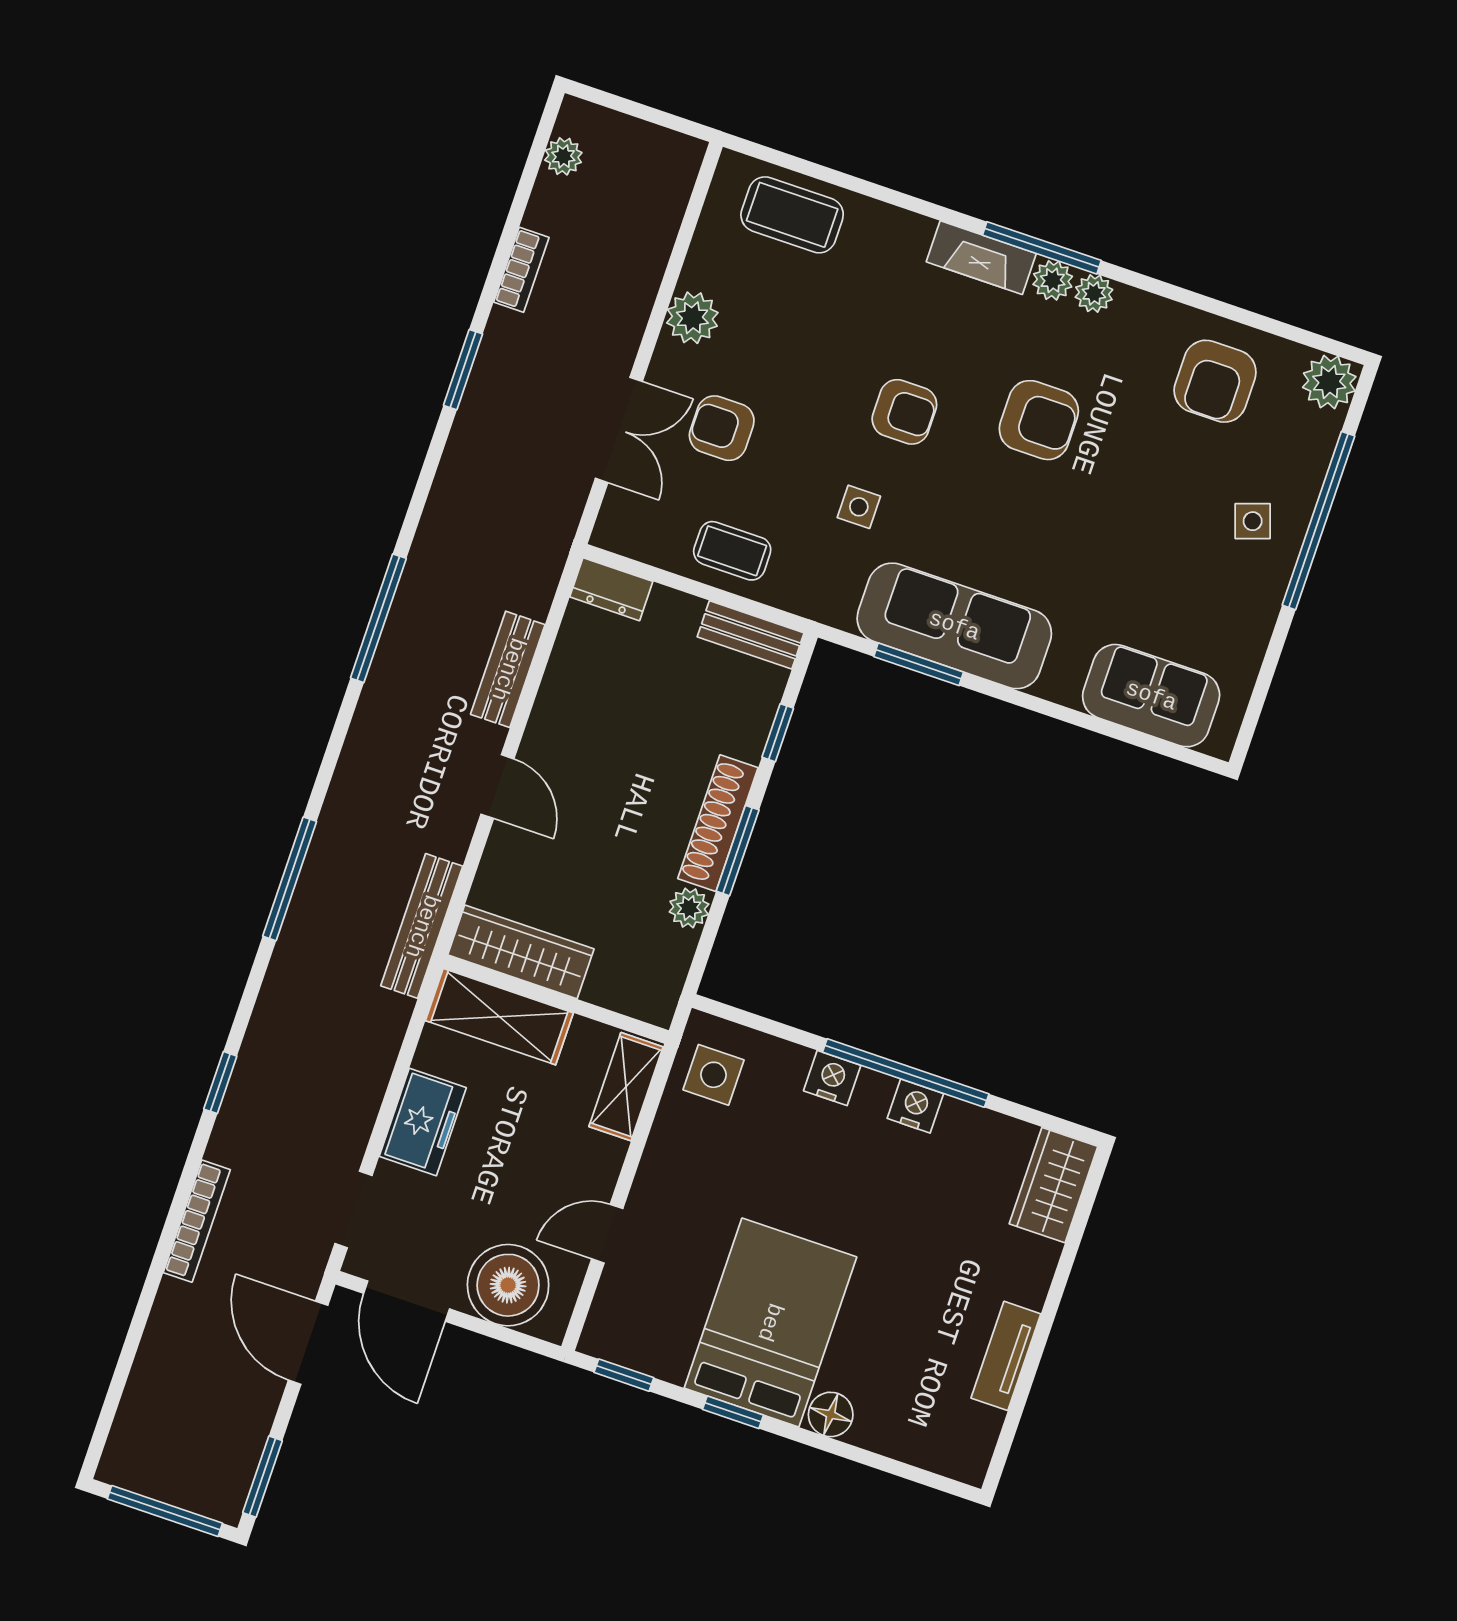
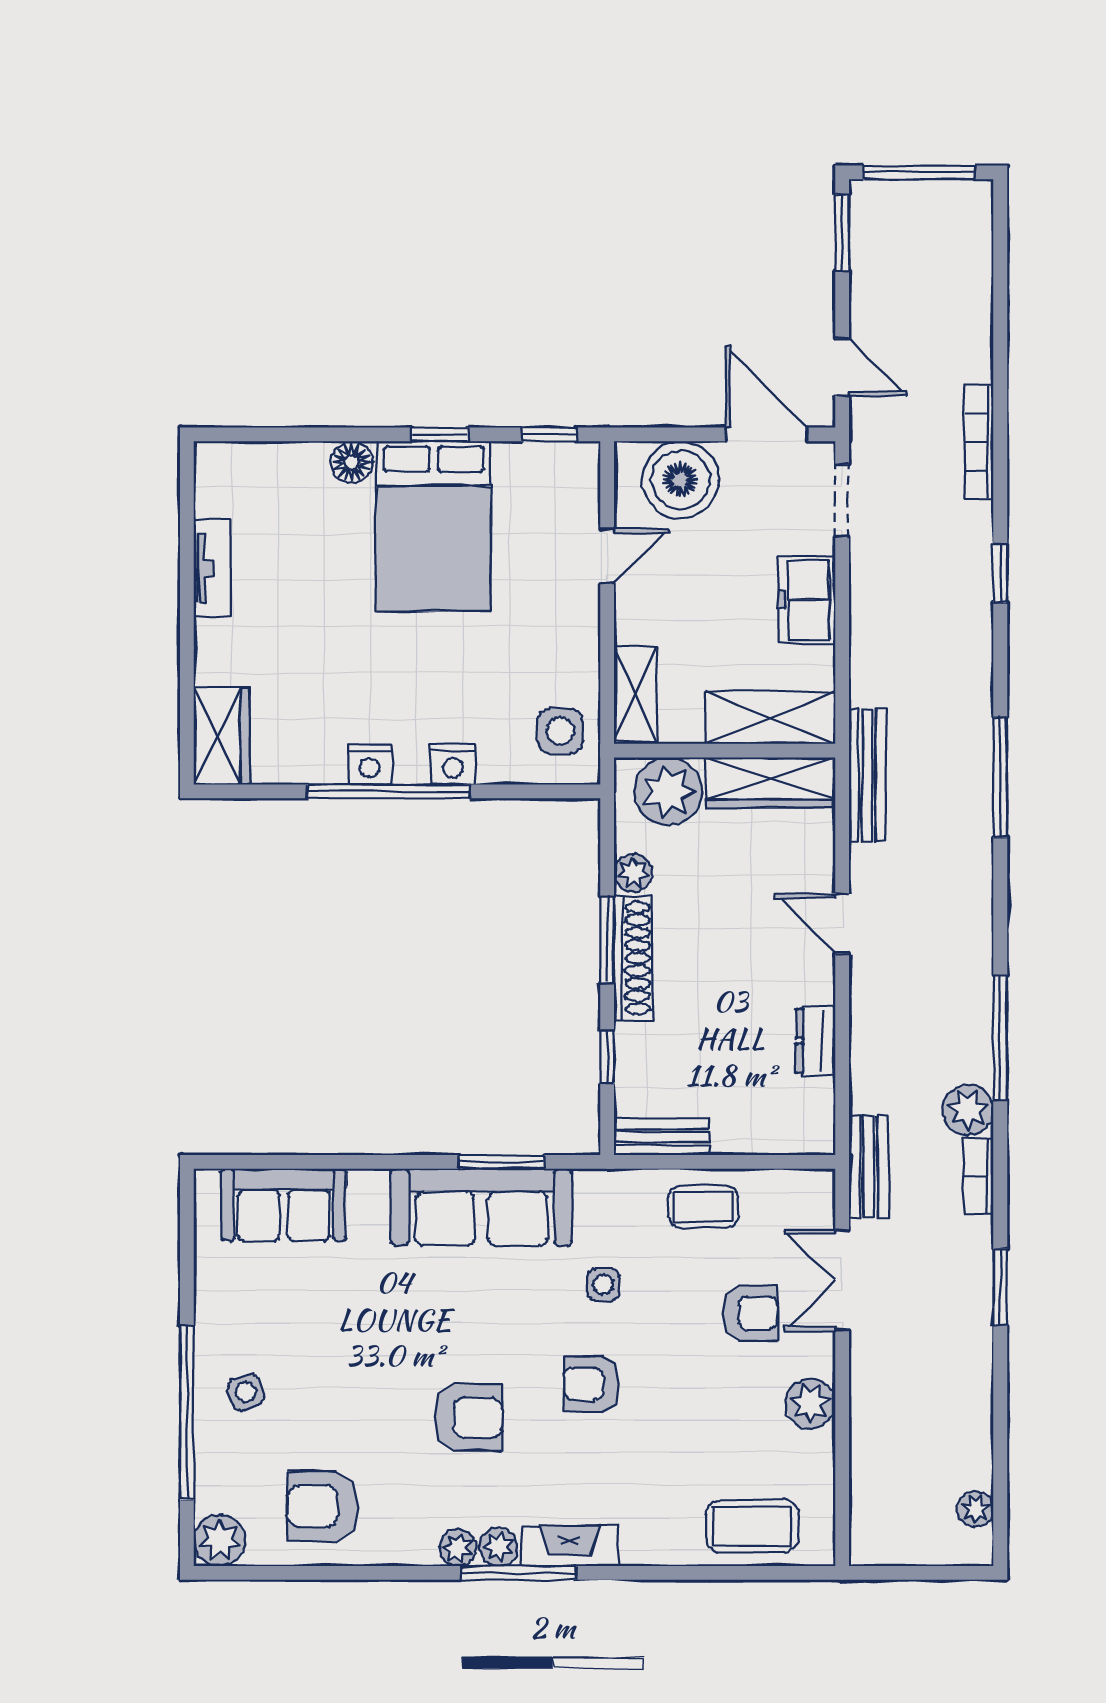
bookcase: (521, 270) -> (978, 1177), moved
armchair: (1215, 381) -> (322, 1506), turned -90
armchair: (1039, 420) -> (468, 1418), turned 180
plant: (435, 558) -> (968, 1110), added
dresser: (611, 589) -> (816, 1041), moved, turned -90
bench: (508, 669) -> (869, 1167), moved
plant: (626, 978) -> (668, 791), added
door: (308, 1343) -> (842, 367), width x0.73

